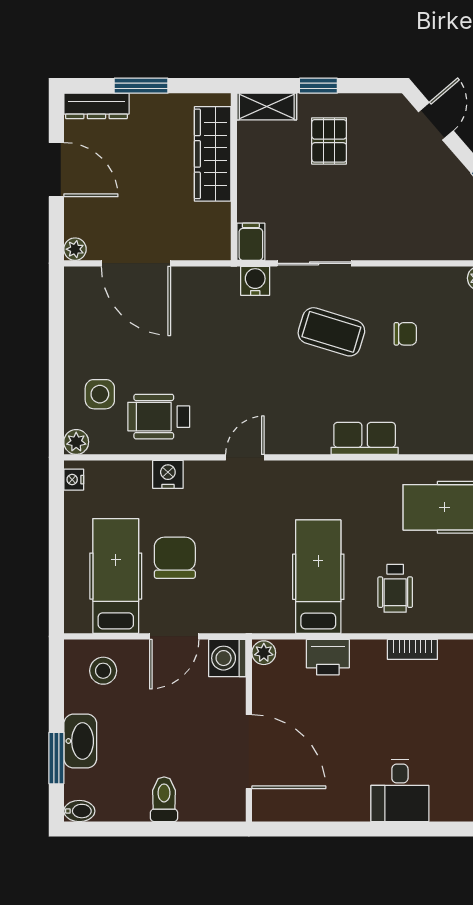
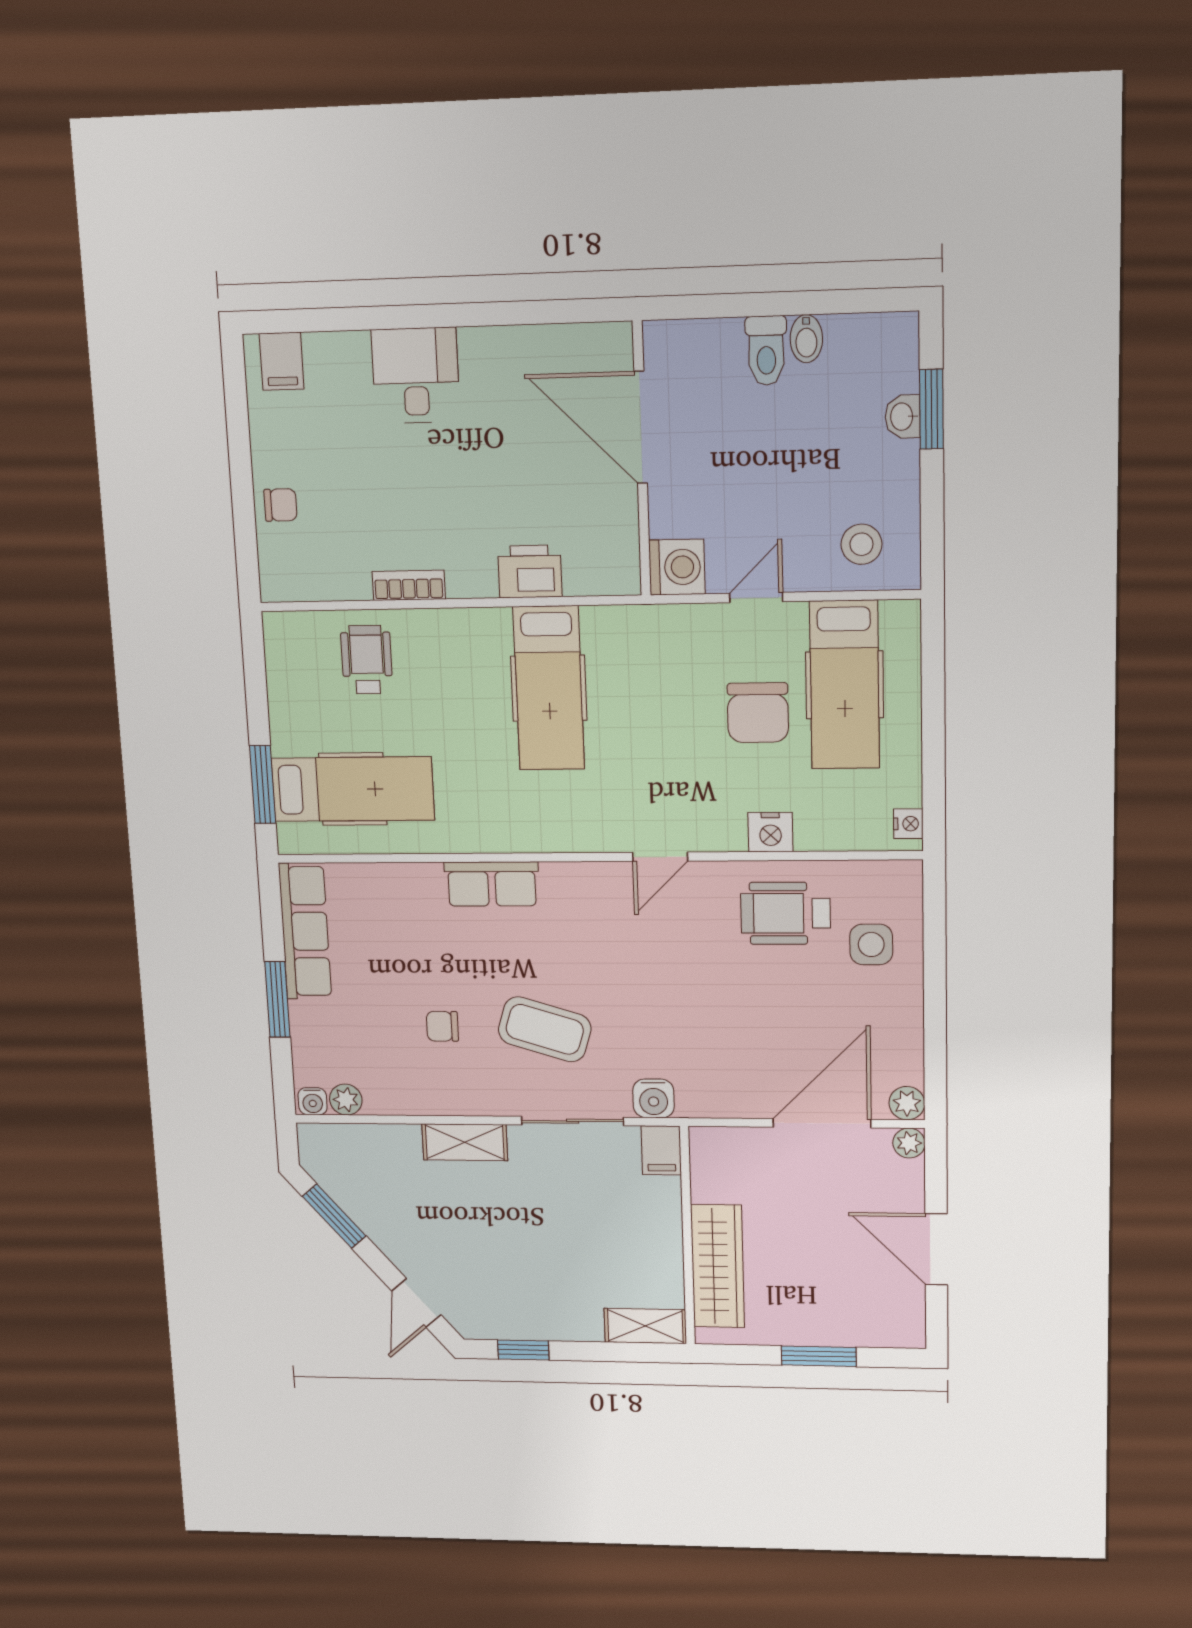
window: (318, 86) -> (523, 1350), moved
dresser: (96, 106) -> (881, 1331), removed
pallet: (329, 141) -> (559, 1280), removed
shelving: (393, 246) -> (465, 1142), added
door: (136, 263) -> (822, 1123), hinge flipped
wheelchair: (159, 417) -> (786, 913), turned 180
plant: (76, 442) -> (907, 1103), moved
wheelchair: (395, 588) -> (367, 660), moved
door: (174, 636) -> (756, 597), width x0.73
plant: (264, 653) -> (624, 576), removed
washbasin: (80, 741) -> (903, 417), width x0.52, depth x0.69
bidet: (79, 811) -> (806, 339), moved, turned -90

